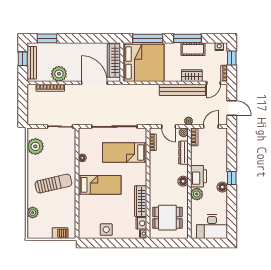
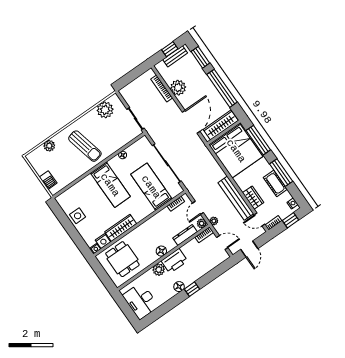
window: (85, 38) -> (222, 88), added
bench: (32, 63) -> (175, 56), width x0.73

